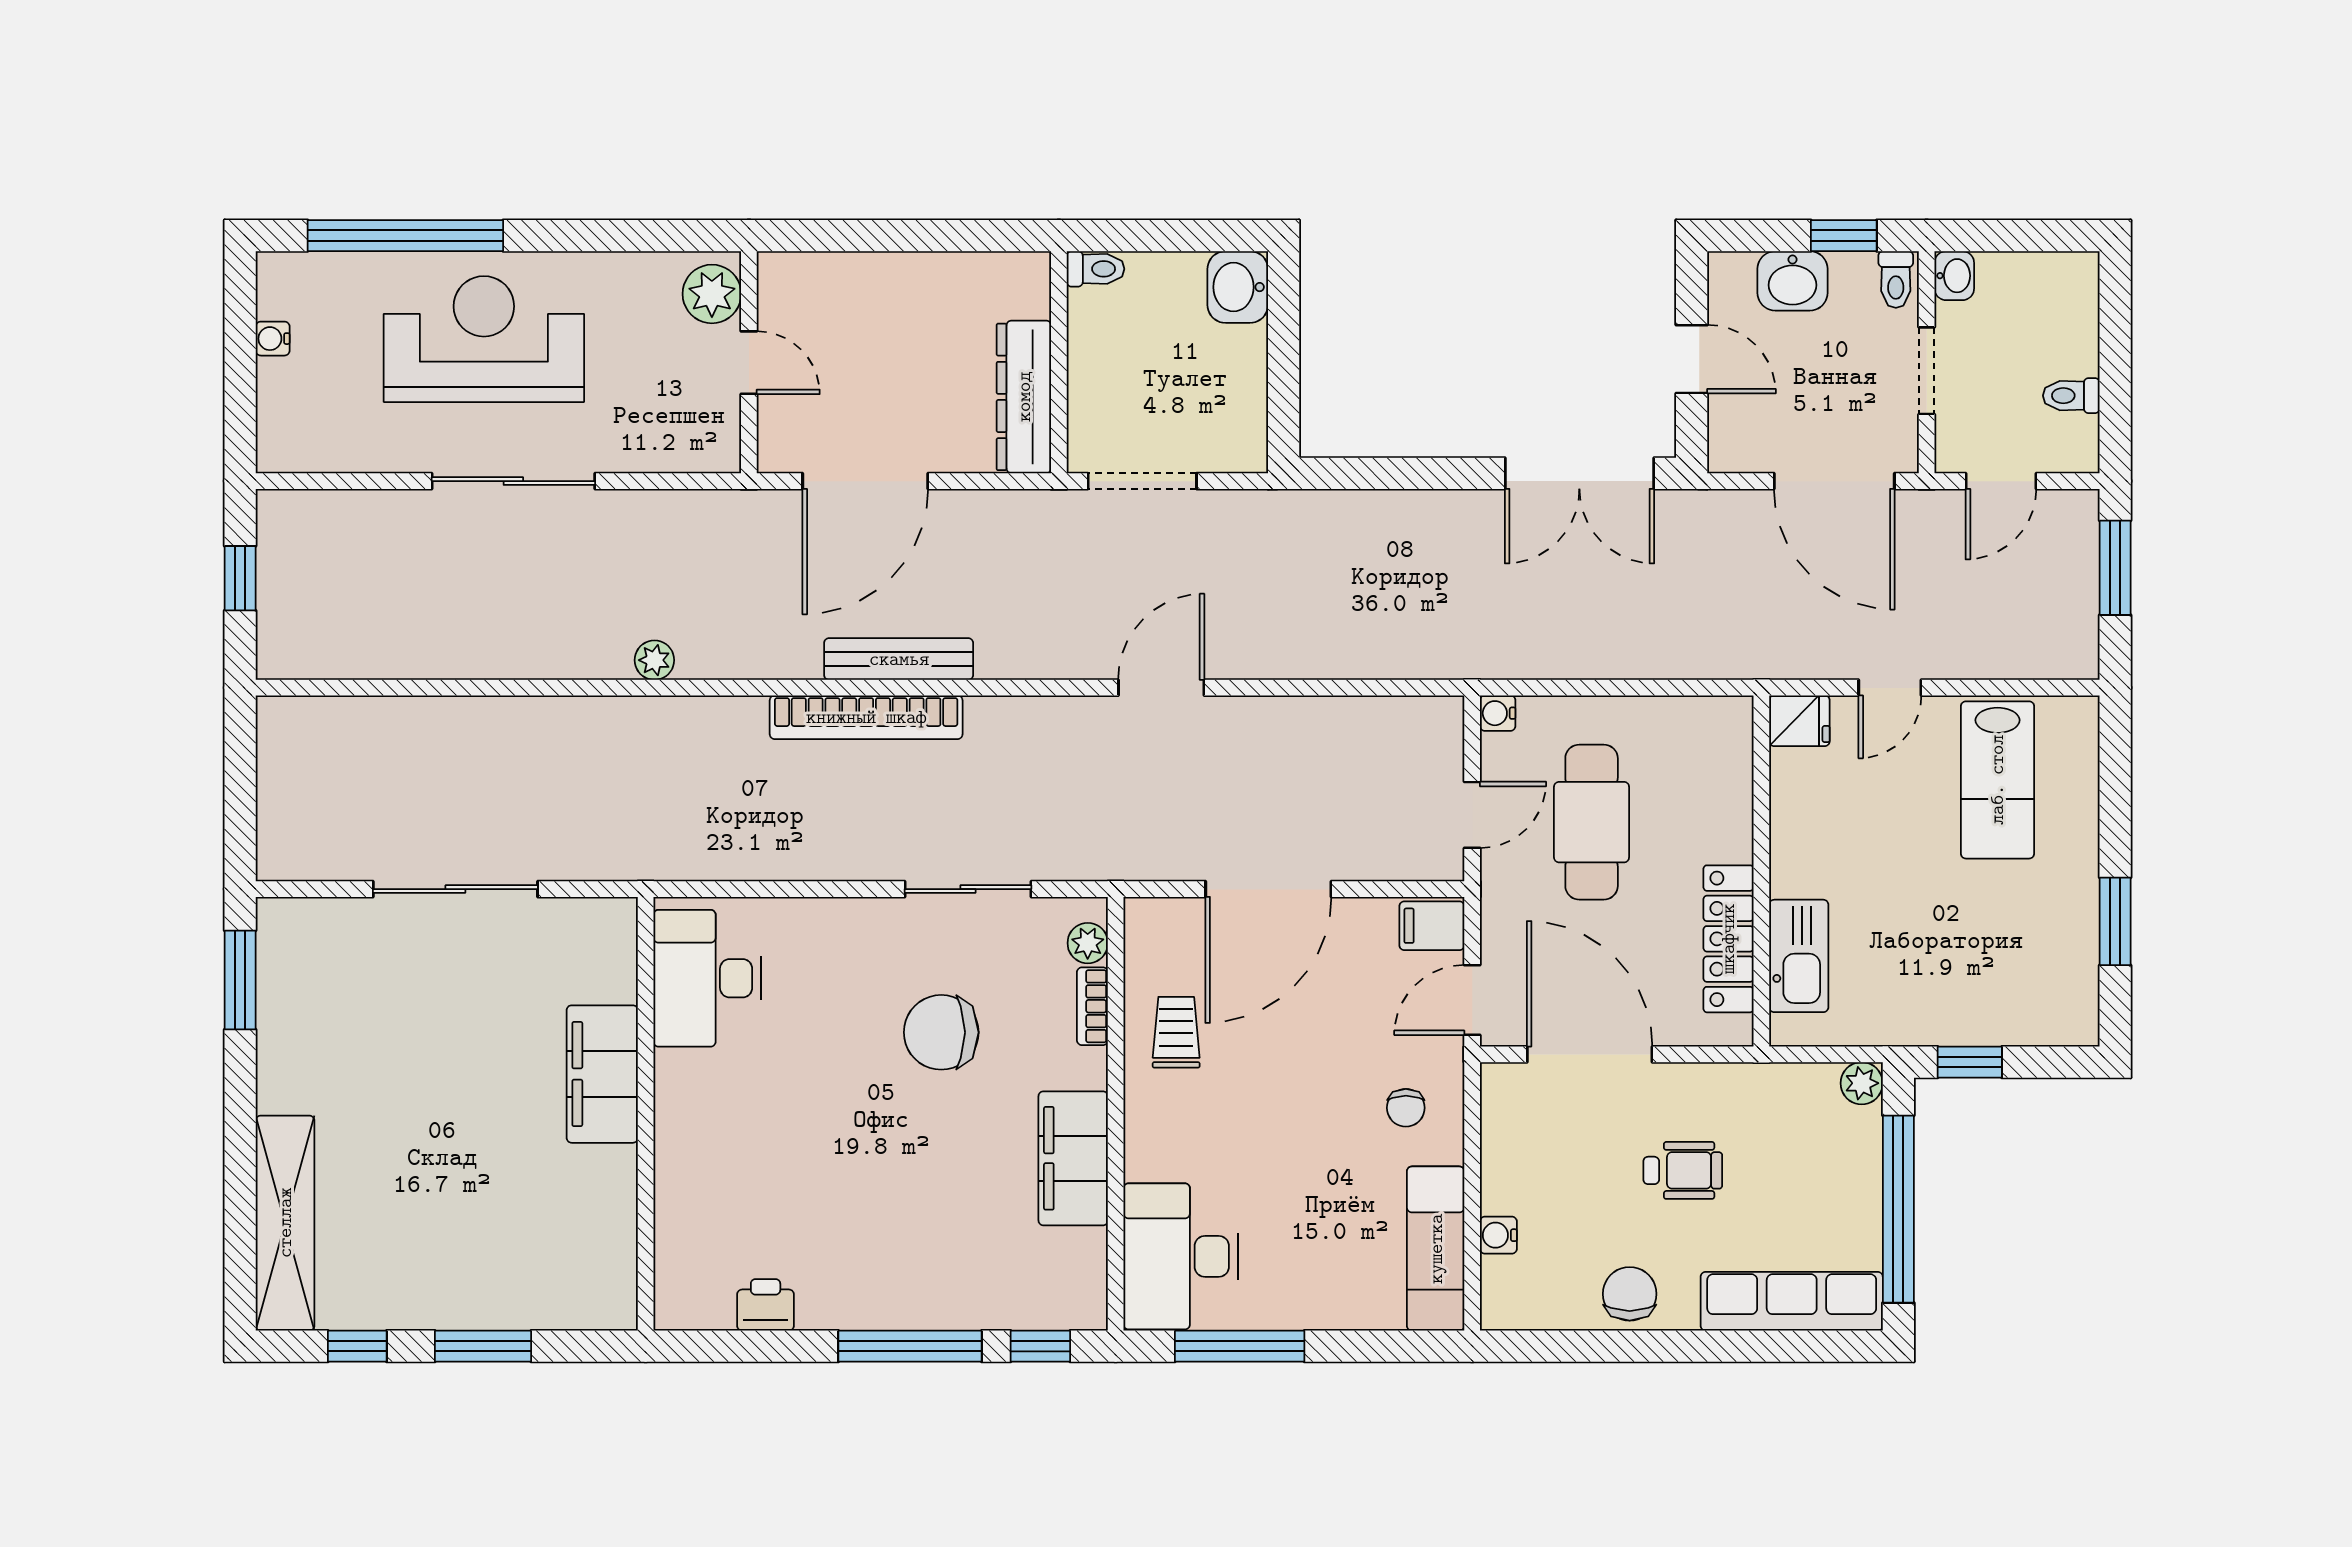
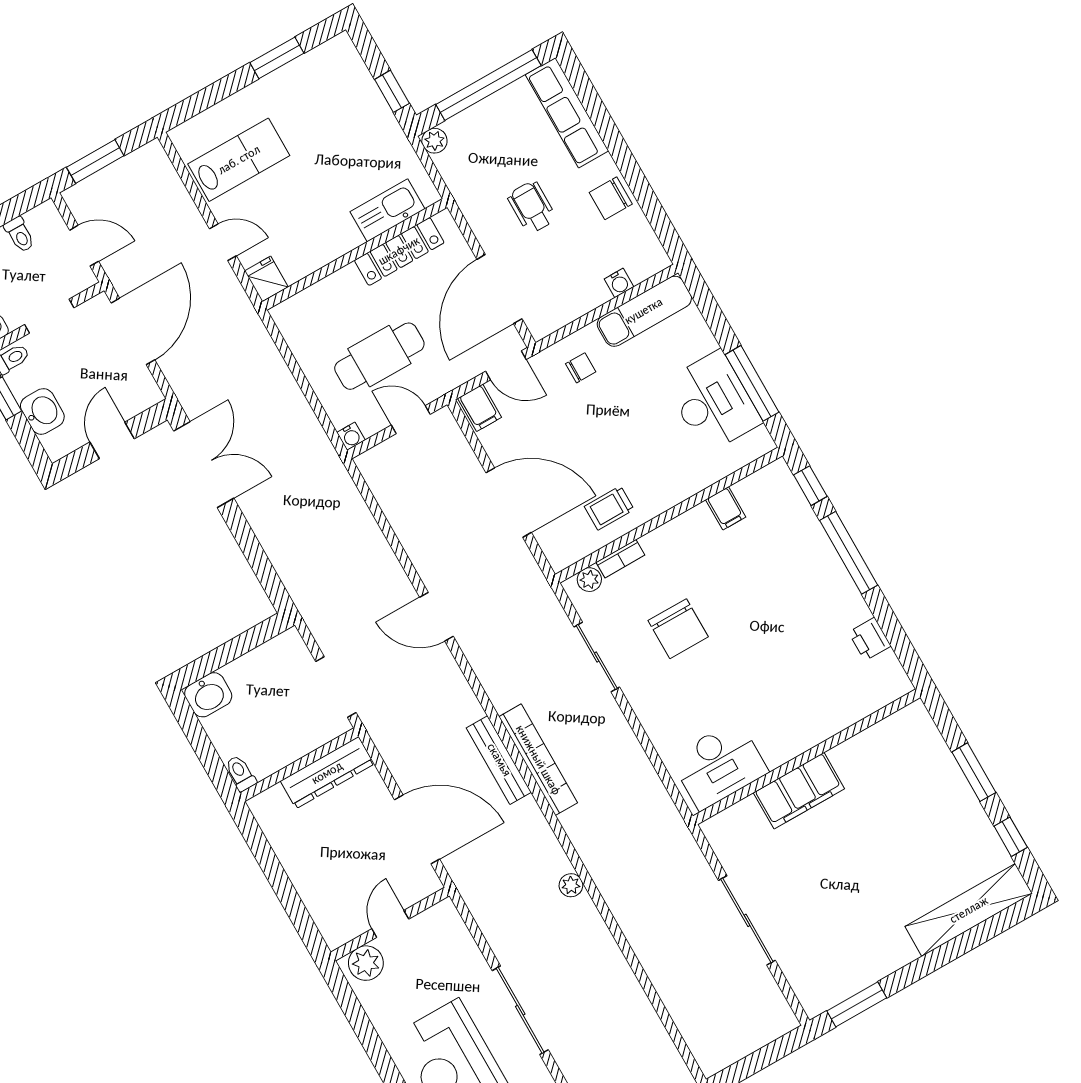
filing cabinet: (1073, 1158) -> (726, 508), width x0.33, depth x0.86
desk: (1181, 1256) -> (713, 402), moved, turned -90

